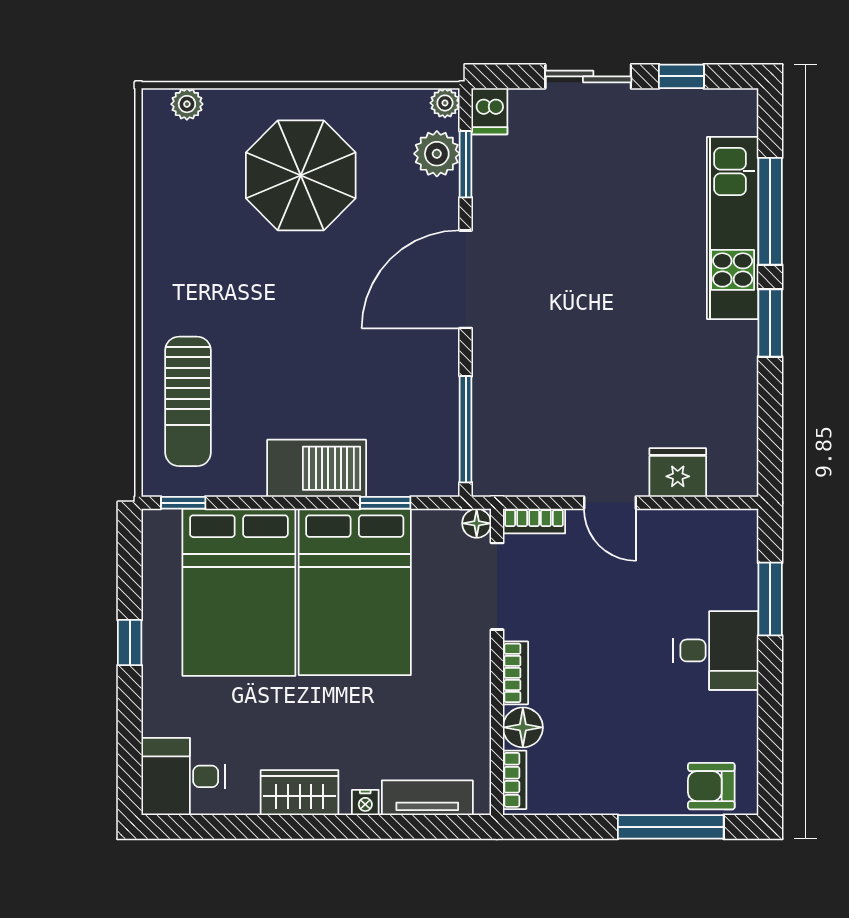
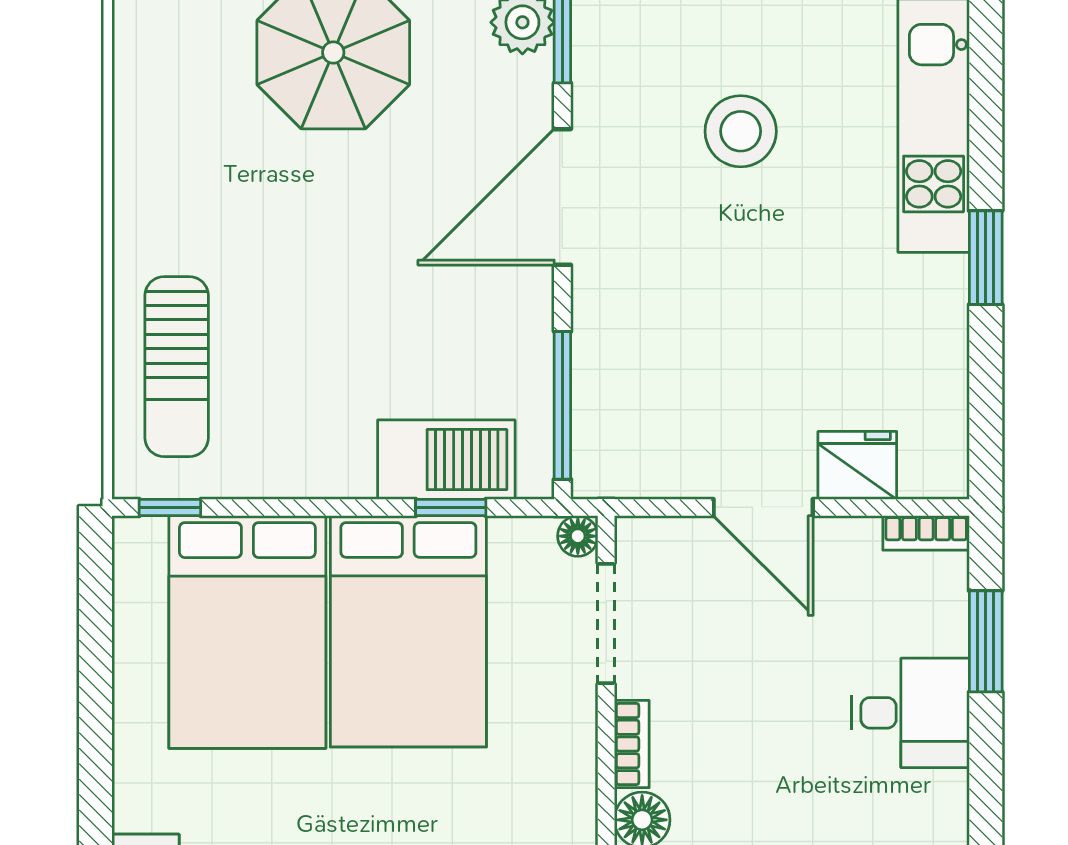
window: (770, 211) -> (986, 102), removed
stool: (594, 232) -> (741, 131), added
barbecue: (317, 468) -> (446, 460), moved
door: (610, 503) -> (763, 507), width x1.38
bookcase: (534, 521) -> (926, 533), moved
window: (130, 643) -> (95, 702), removed

